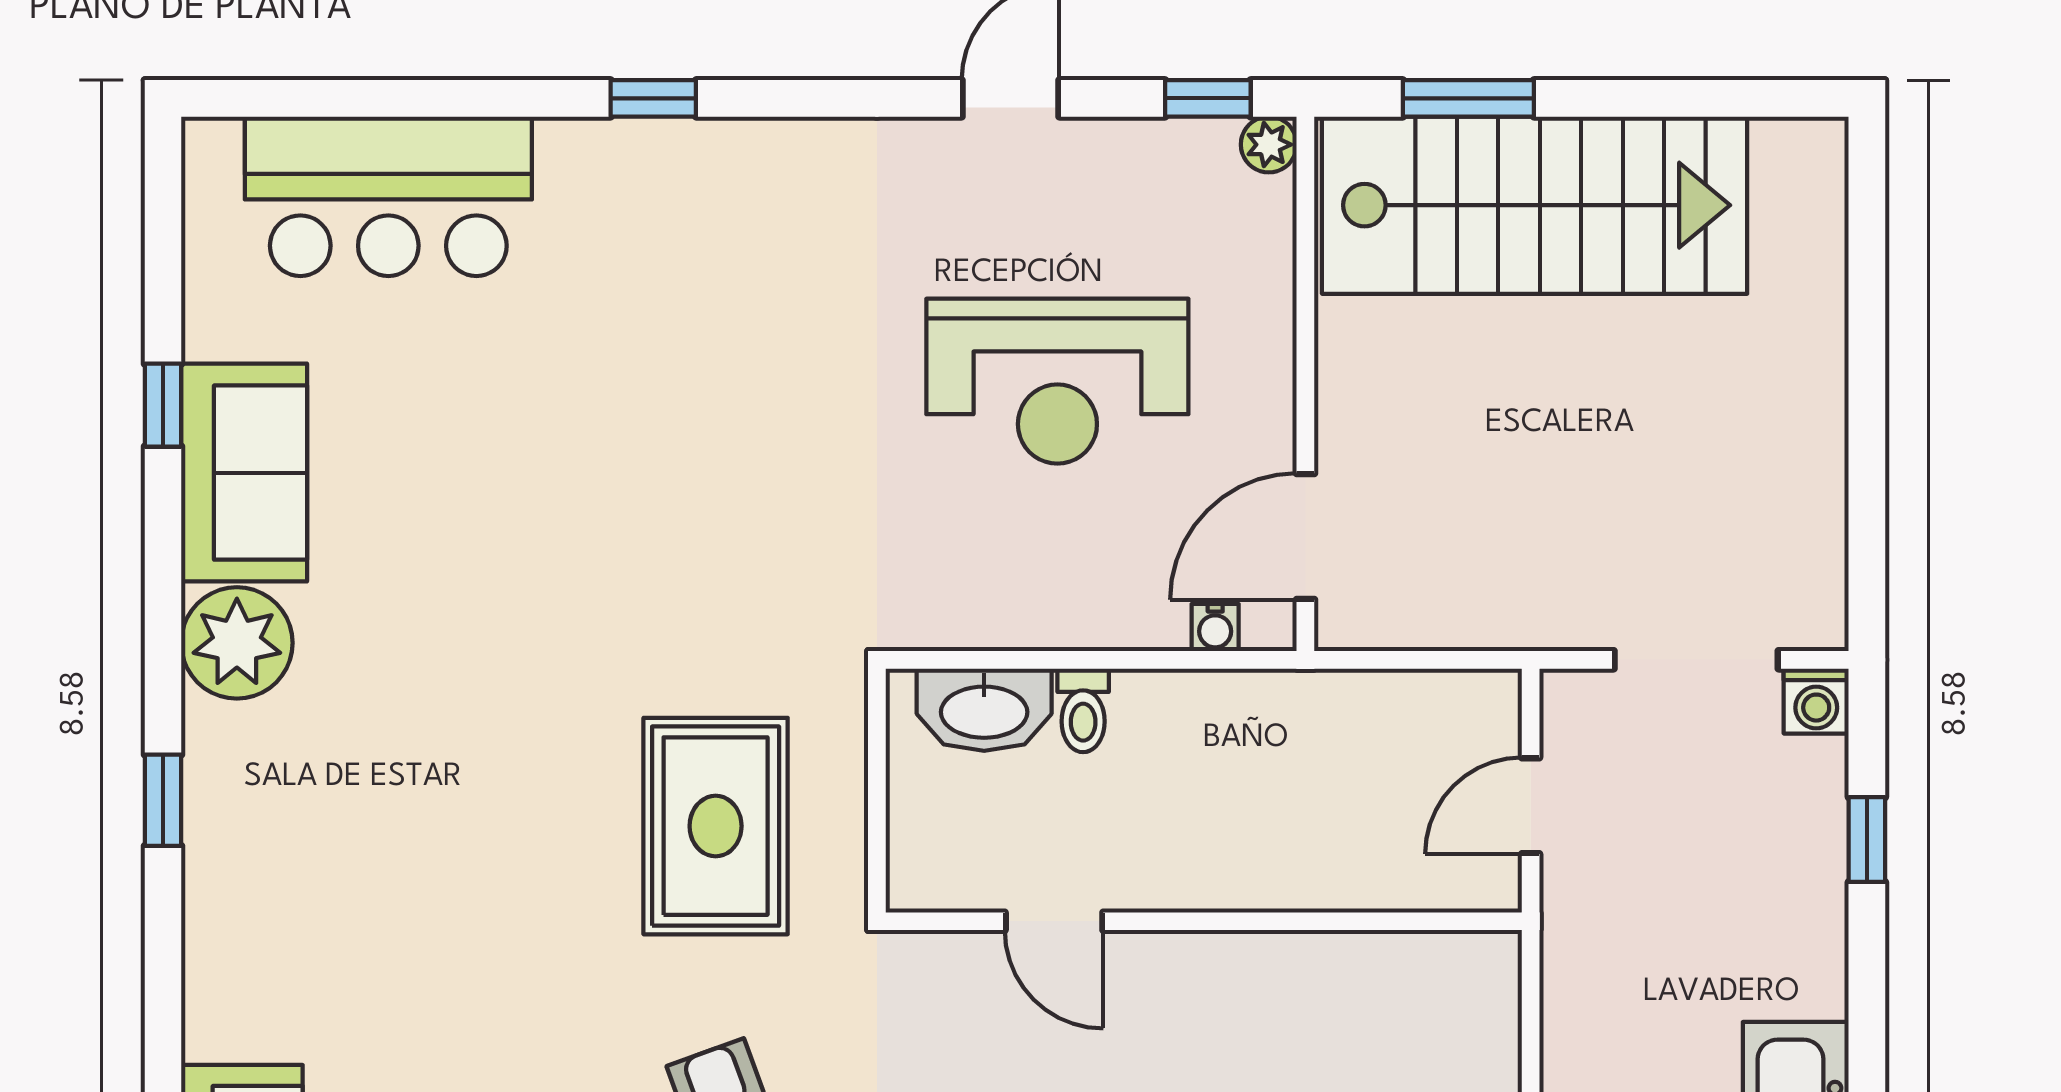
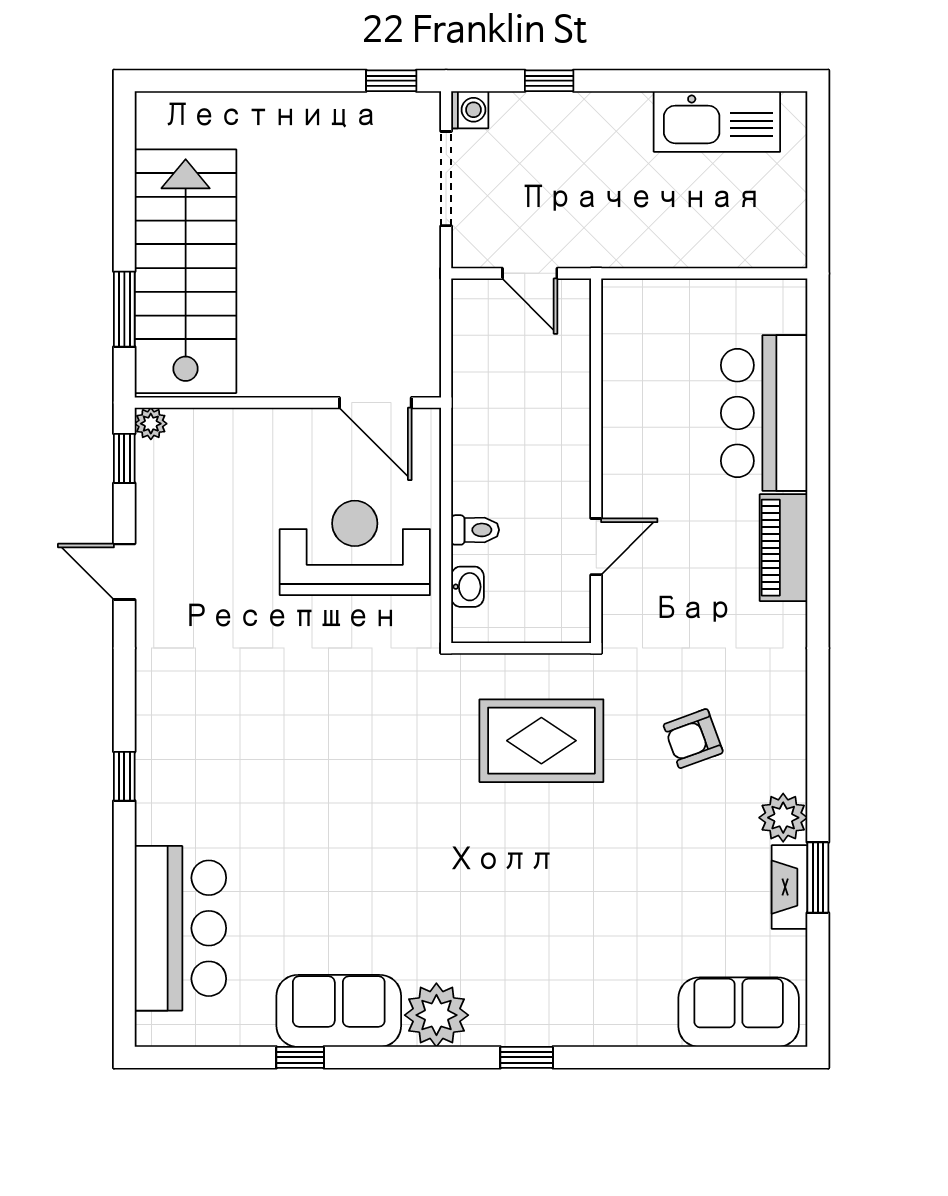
reception desk: (1057, 381) -> (355, 548), moved, turned -90
window: (1867, 564) -> (391, 81), added
water cooler: (1215, 628) -> (428, 454), removed
washbasin: (984, 710) -> (467, 587), width x0.52, depth x0.69

